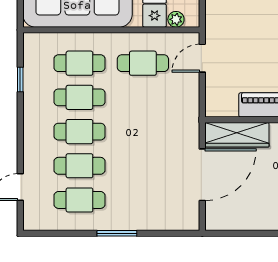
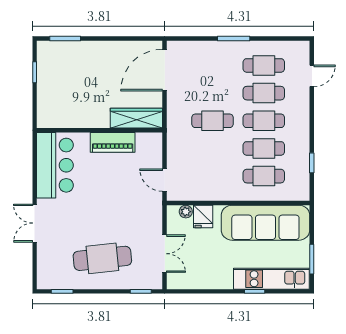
door: (202, 58) -> (165, 180), swing flipped
cafe table: (143, 63) -> (213, 121), moved
door: (202, 175) -> (165, 70), moved

